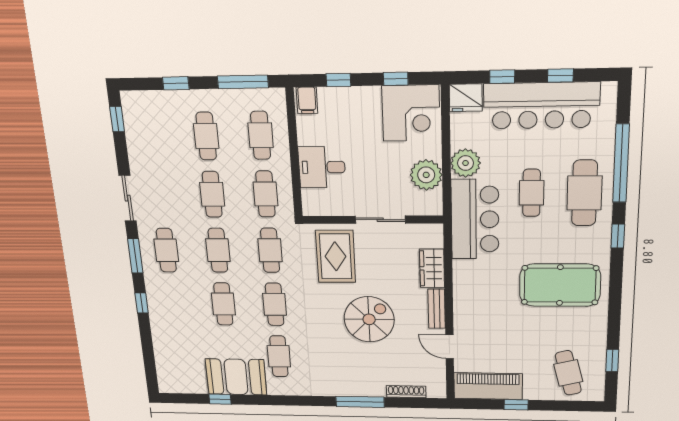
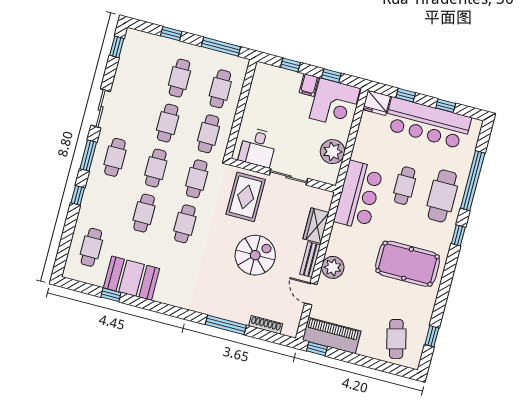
filing cabinet: (307, 100) -> (309, 85), moved
plant: (466, 163) -> (333, 267), moved
desk: (322, 167) -> (258, 147), moved, turned -90
cafe table: (279, 356) -> (91, 247), moved
window: (516, 405) -> (317, 349), moved

